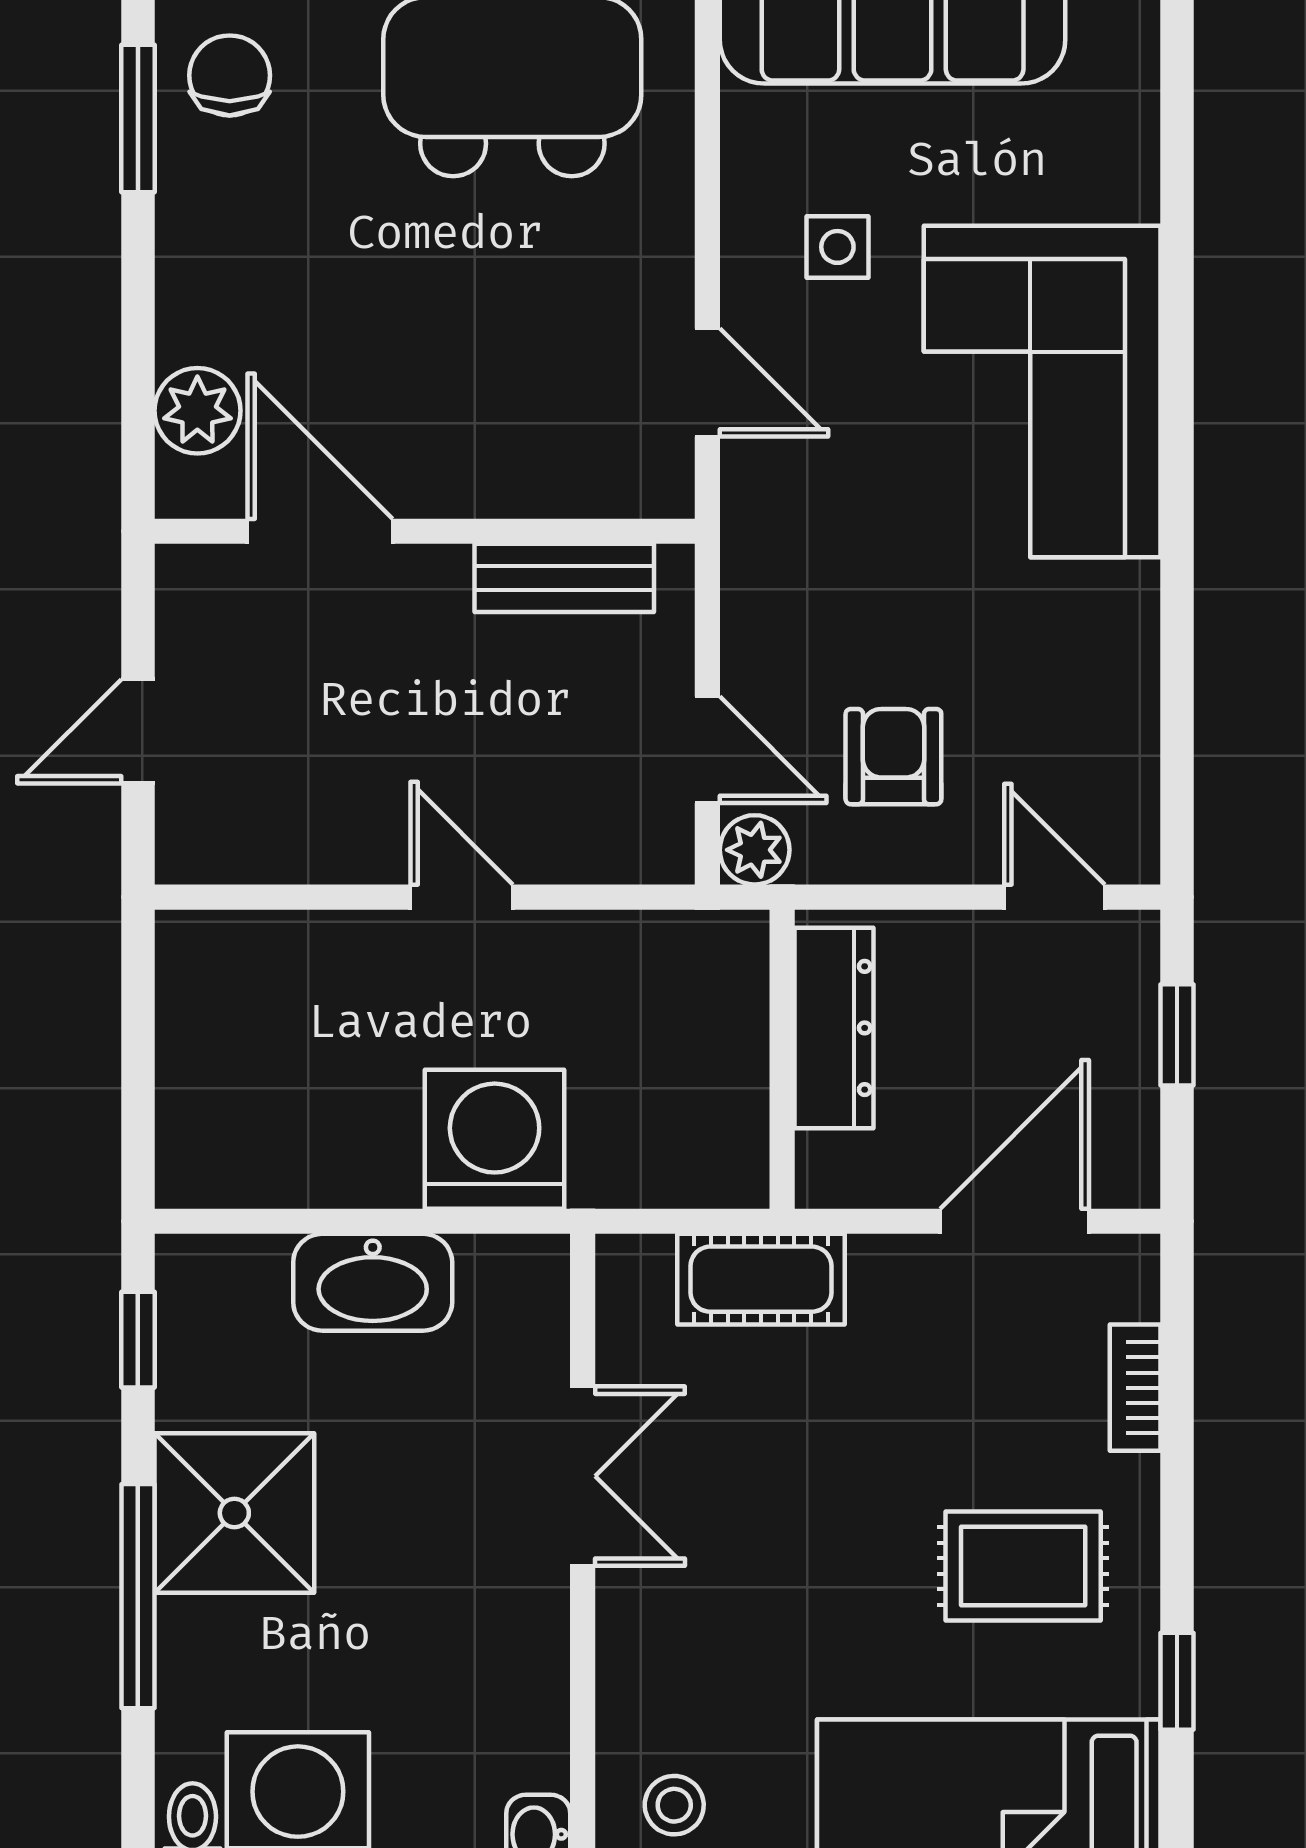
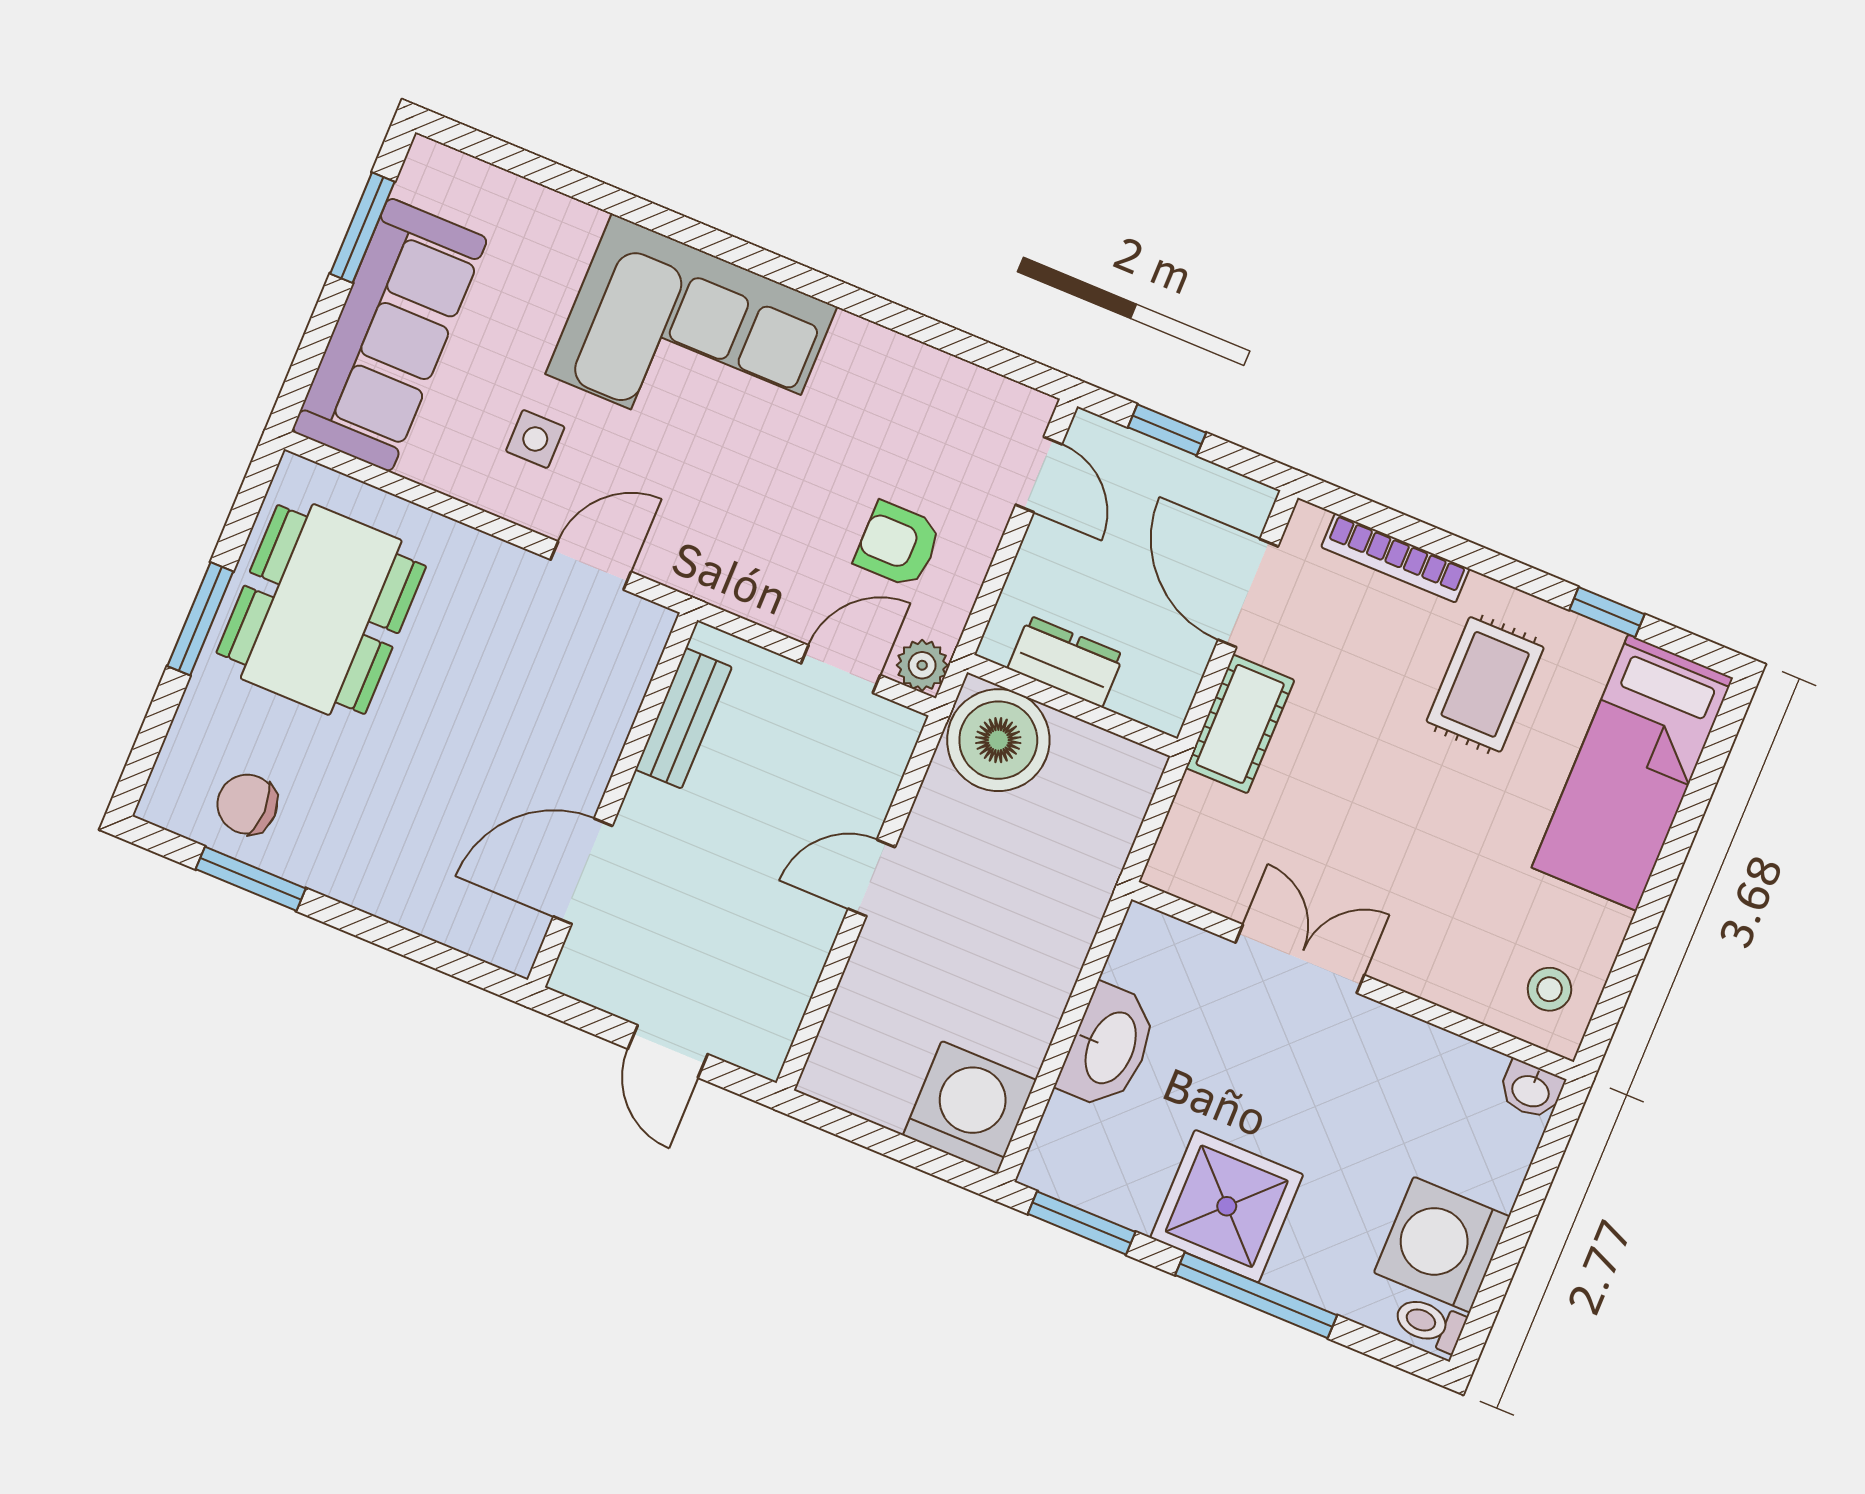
plant: (197, 411) -> (466, 921), removed
door: (1054, 897) -> (1039, 475), swing flipped
boiler: (700, 984) -> (998, 740), added
dresser: (834, 1028) -> (1066, 661), width x0.70
washing machine: (495, 1139) -> (969, 1108), moved, turned 90
cot: (761, 1279) -> (1240, 724), moved
window: (138, 1340) -> (1082, 1223), width x1.50
bookcase: (1135, 1388) -> (1395, 558), width x1.56

